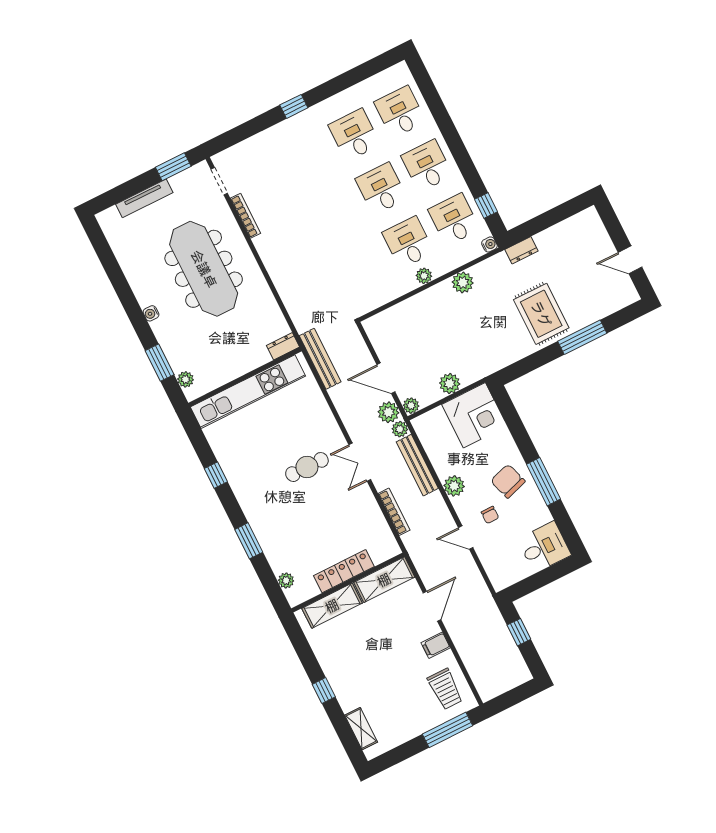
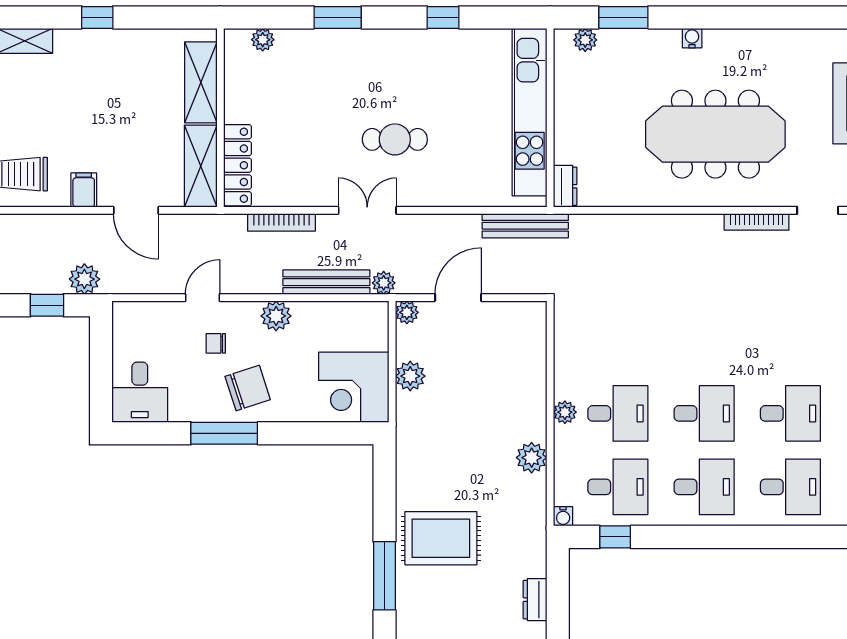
dresser: (521, 250) -> (535, 600), moved
plant: (388, 412) -> (84, 279), moved
cafe table: (307, 467) -> (395, 139), turned 90
locker: (344, 571) -> (238, 165), moved

